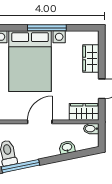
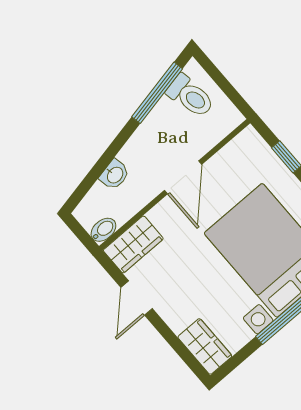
wardrobe: (91, 58) -> (205, 346), moved

